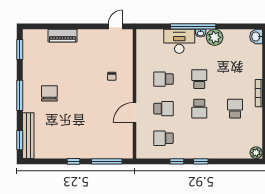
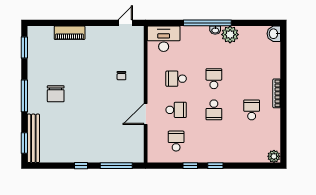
desk: (179, 41) -> (164, 39), moved
chair: (49, 93) -> (56, 94), turned 180
school desk: (163, 138) -> (176, 141), turned 90

